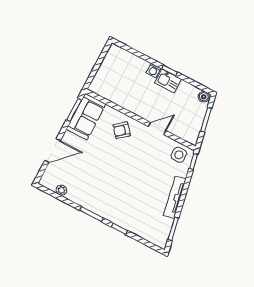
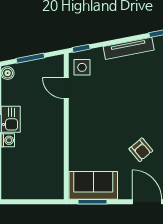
door: (157, 128) -> (66, 88), moved
armchair: (122, 130) -> (141, 150), moved

